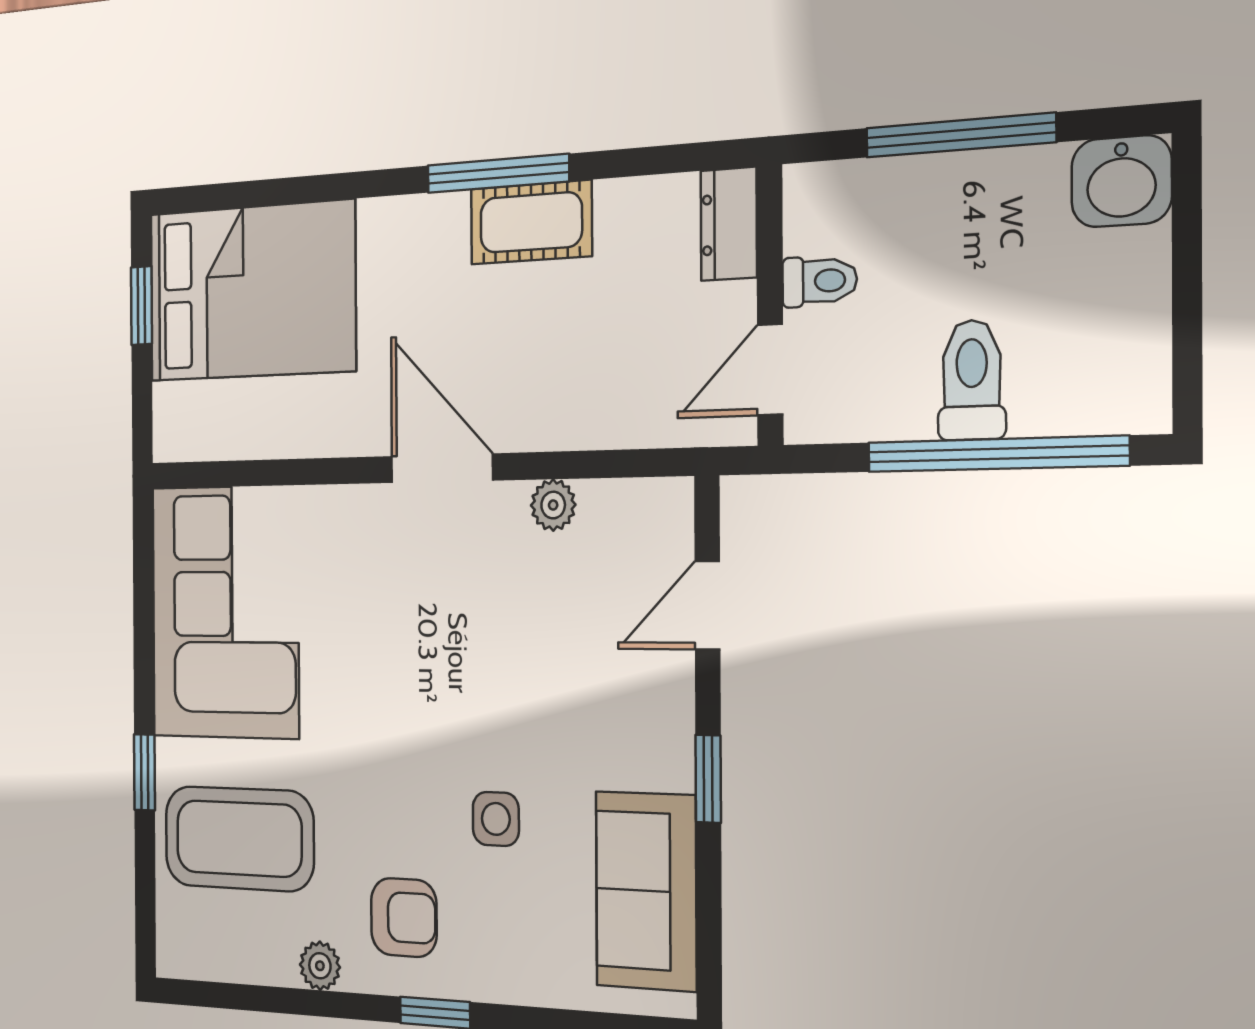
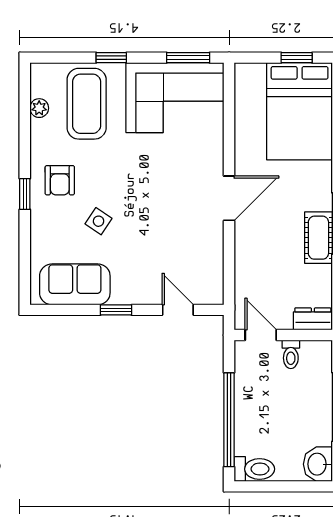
toilet: (972, 380) -> (254, 469), moved
plant: (553, 505) -> (214, 246), removed
window: (143, 579) -> (188, 58), added
side table: (496, 819) -> (99, 221), turned 34
plant: (320, 966) -> (39, 108), moved

